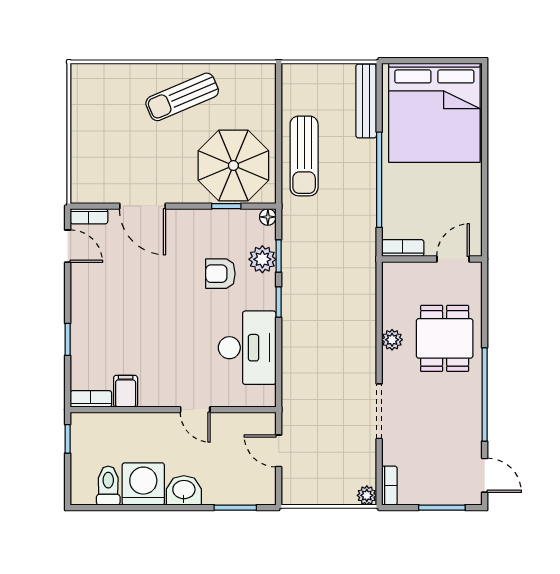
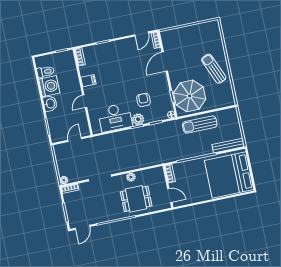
plant: (262, 259) -> (138, 119), moved
filing cabinet: (126, 391) -> (88, 81), moved

